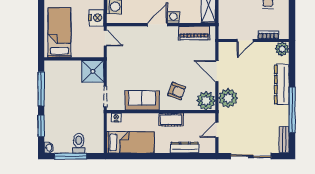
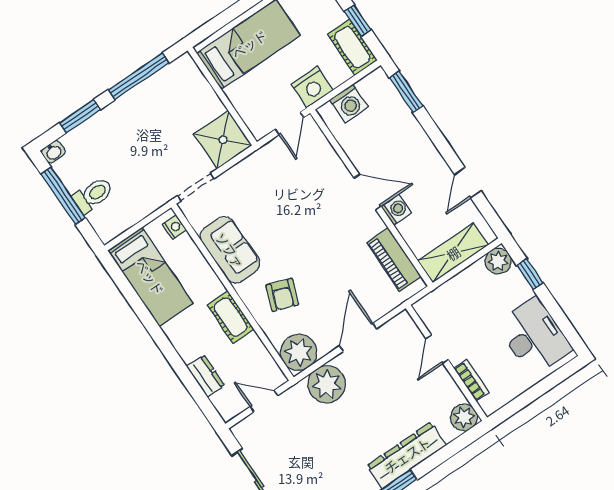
door: (245, 41) -> (437, 349), hinge flipped
dresser: (185, 148) -> (206, 376), width x0.70

